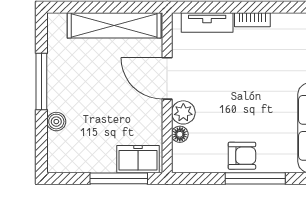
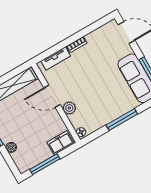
floor lamp: (180, 134) -> (81, 132), moved
armchair: (242, 156) -> (109, 112), removed
window: (119, 178) -> (45, 164), moved

